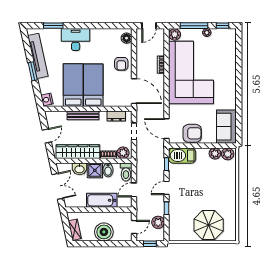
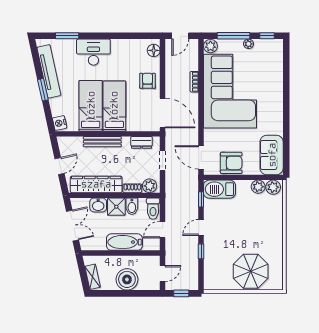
armchair: (121, 64) -> (147, 81), turned 180
plant: (158, 222) -> (191, 268), removed

